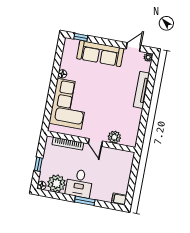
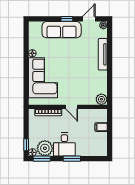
window: (81, 37) -> (67, 19), moved
plant: (114, 137) -> (101, 99), moved
window: (38, 164) -> (26, 145), moved
window: (51, 194) -> (42, 159), added
filing cabinet: (119, 199) -> (101, 127), moved

